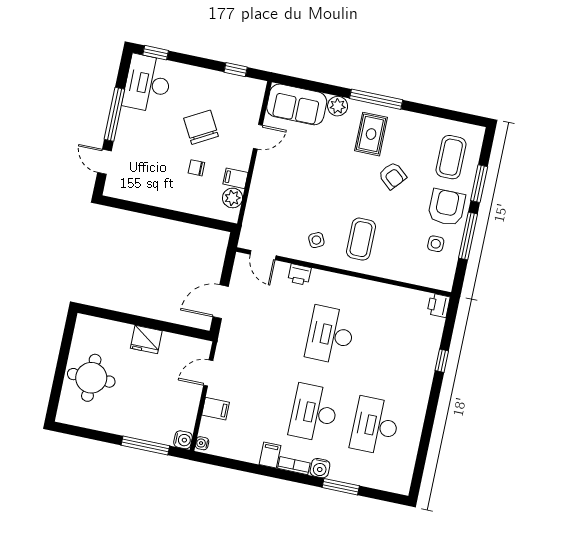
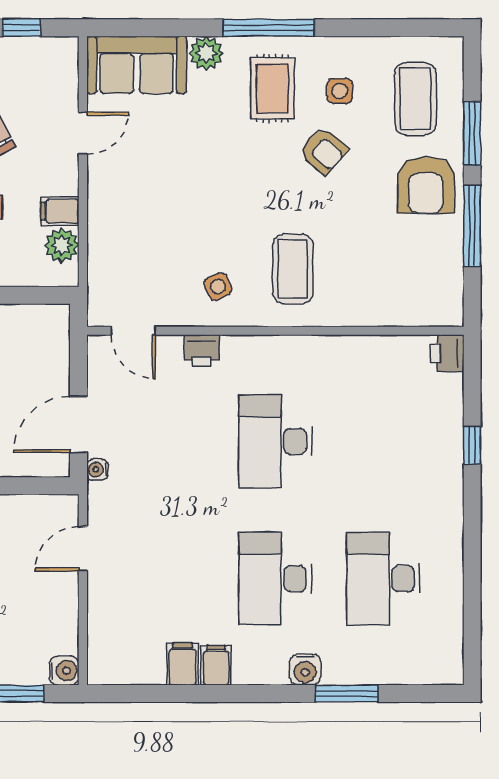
armchair: (447, 207) -> (426, 185), turned 180
side table: (436, 244) -> (340, 91), moved
filing cabinet: (216, 409) -> (183, 664), moved, turned -90
water cooler: (202, 443) -> (97, 470), moved
bookcase: (294, 466) -> (260, 675), removed

